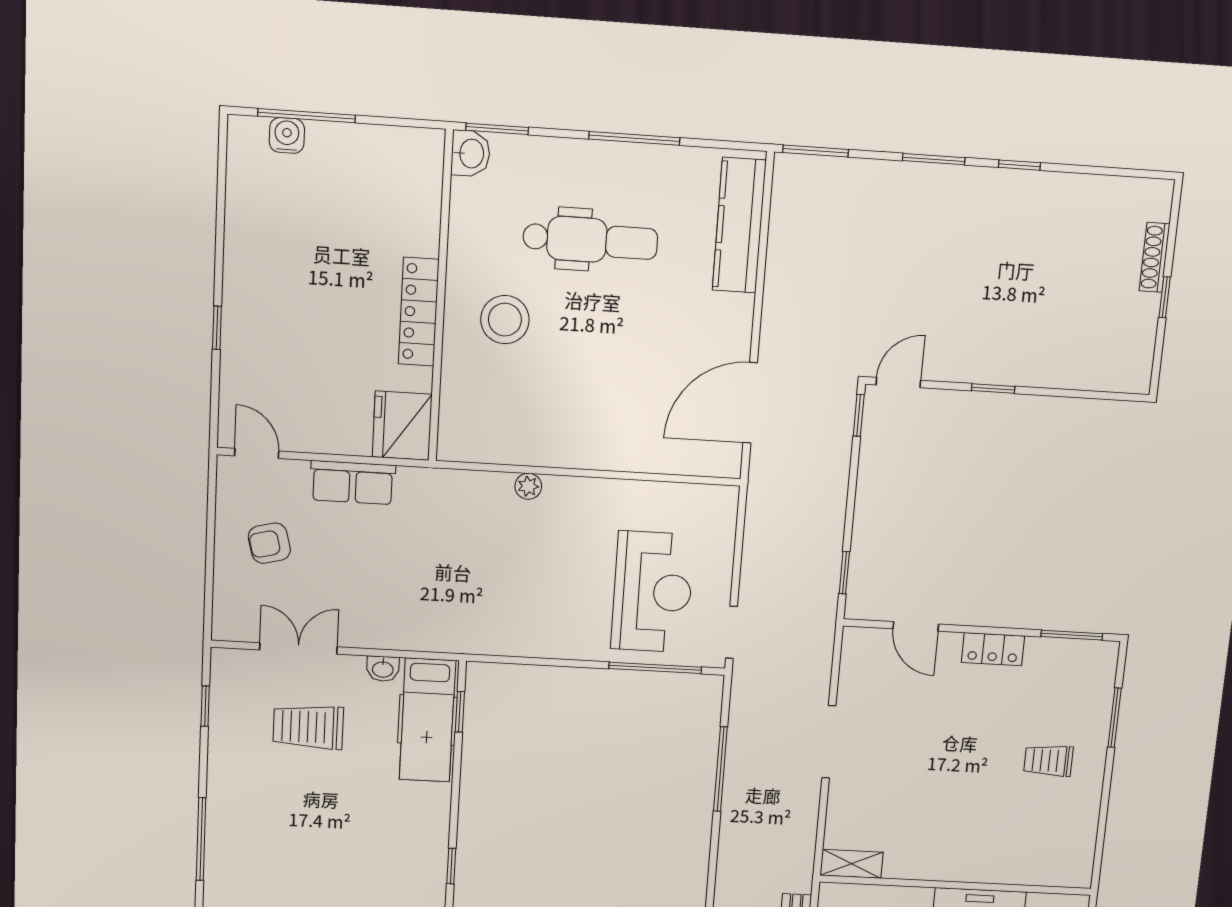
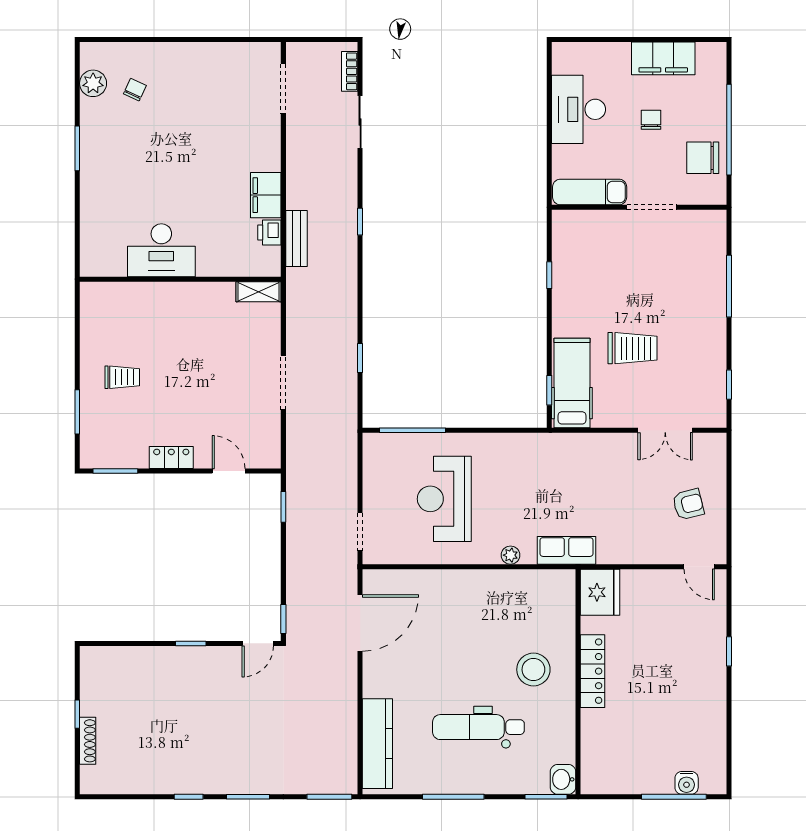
row of seats: (353, 483) -> (566, 550), moved
reception desk: (652, 592) -> (444, 499), moved
doorway: (732, 632) -> (360, 532), moved
washbasin: (383, 669) -> (605, 419), removed
trolley: (308, 727) -> (633, 348), moved
window: (720, 769) -> (360, 358), width x0.46

